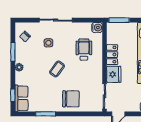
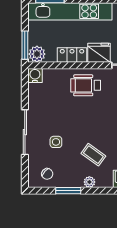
plant: (113, 29) -> (37, 54), added
wheelchair: (84, 50) -> (86, 85), moved
coffee table: (57, 69) -> (93, 155), moved

